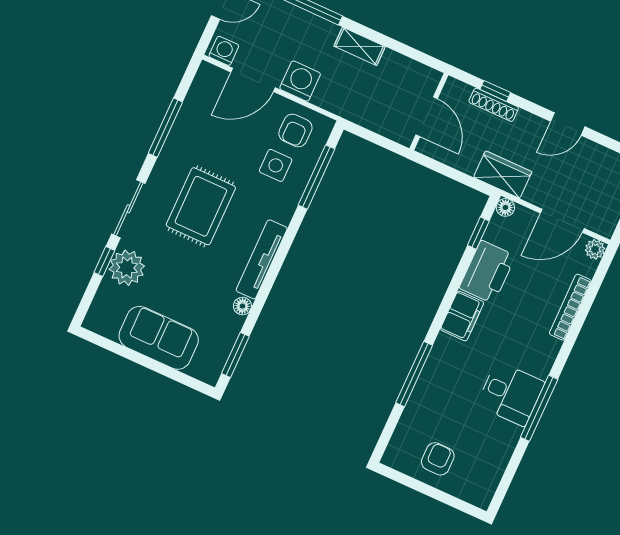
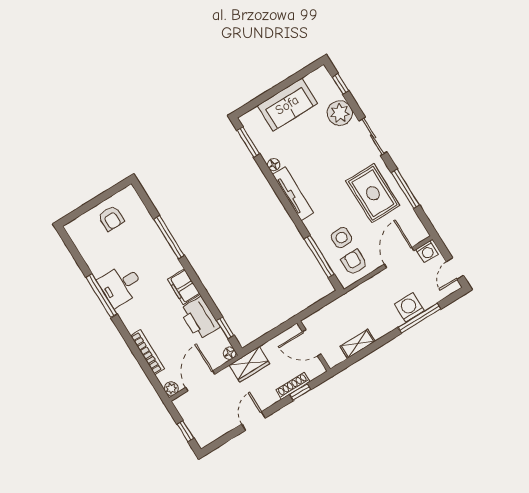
shelving: (360, 46) -> (358, 344), moved
washing machine: (300, 81) -> (409, 307), moved, turned 180
rug: (201, 206) -> (373, 193), moved
window: (104, 262) -> (340, 84), moved

